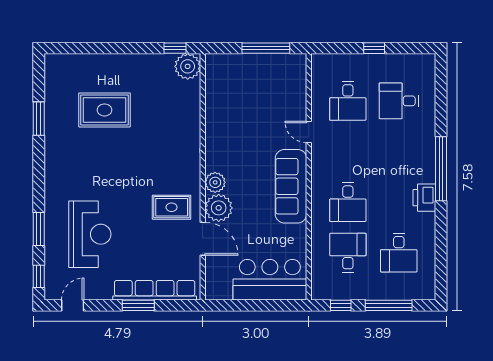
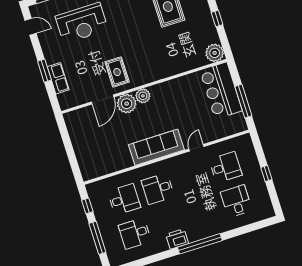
window: (175, 48) -> (217, 18), moved
desk: (348, 101) -> (225, 167), turned 180
bar counter: (270, 280) -> (221, 91), moved, turned 180
row of seats: (155, 290) -> (58, 78), width x0.50

